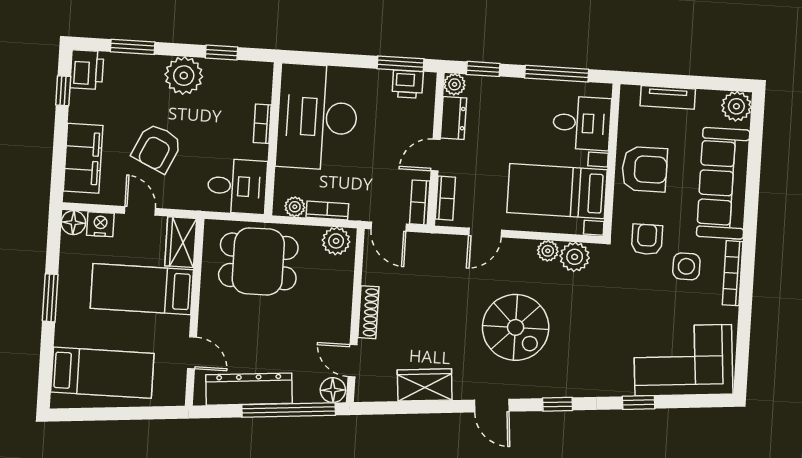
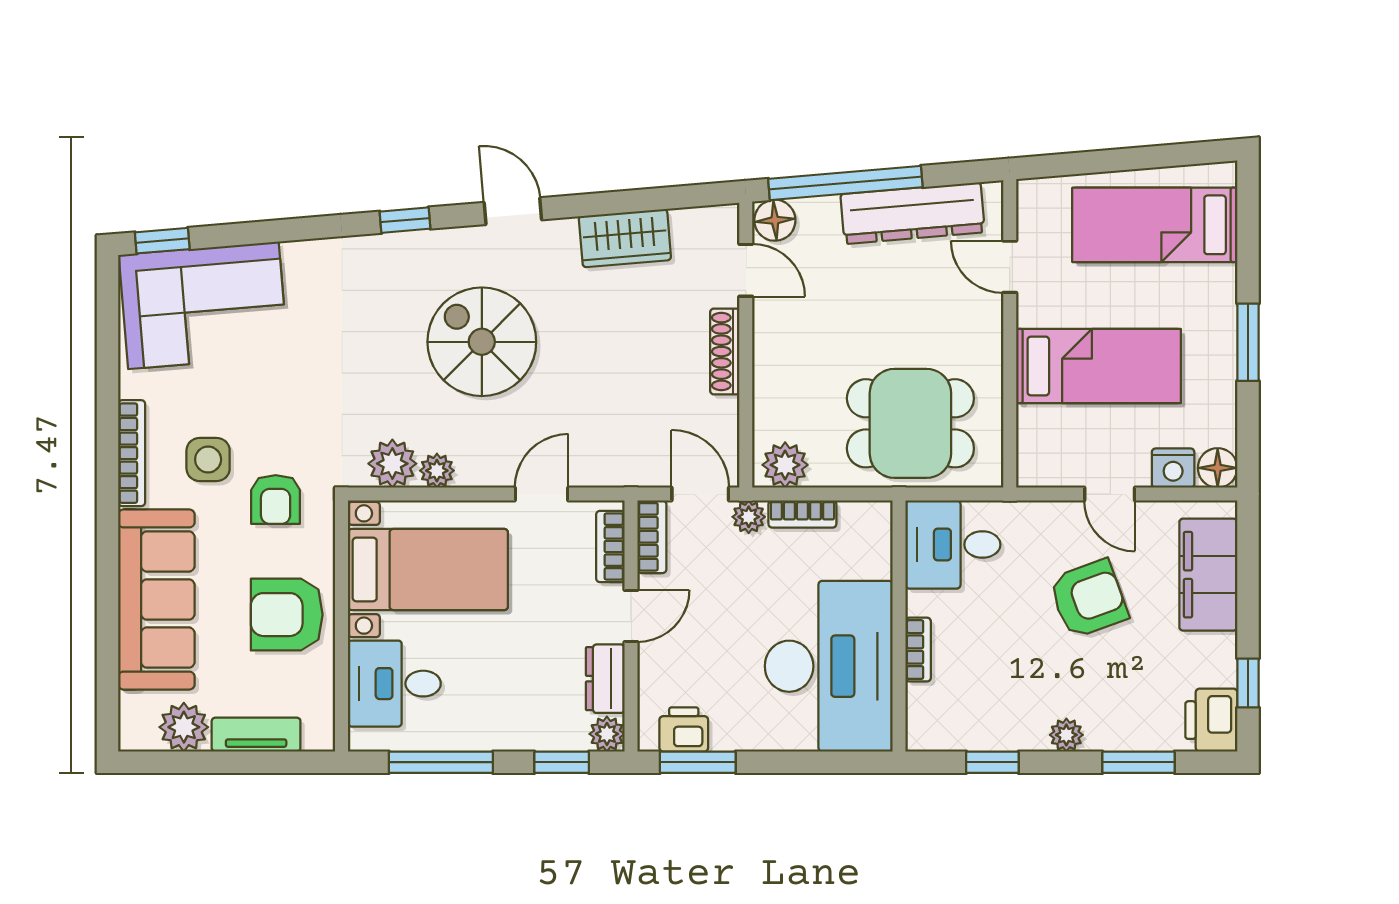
plant: (184, 76) -> (1066, 735), width x0.53, depth x0.53
plant: (736, 106) -> (184, 727), moved
armchair: (157, 148) -> (1088, 599), turned 45
plant: (295, 207) -> (749, 517), moved
wardrobe: (181, 242) -> (1040, 447), removed
window: (639, 402) -> (162, 241), moved

